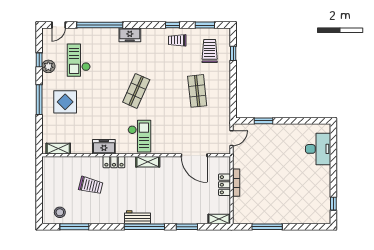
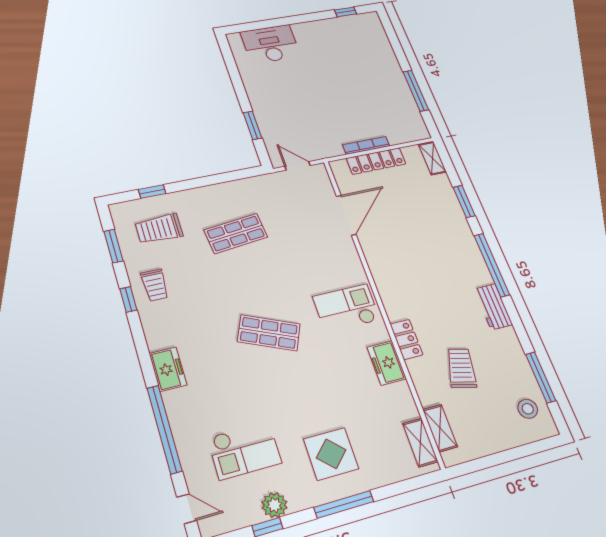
shelving: (148, 162) -> (440, 428), moved
locker: (224, 185) -> (376, 161), width x1.53
workbench: (137, 217) -> (493, 307), moved

